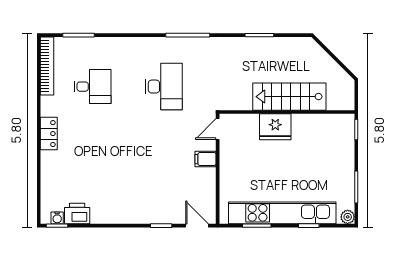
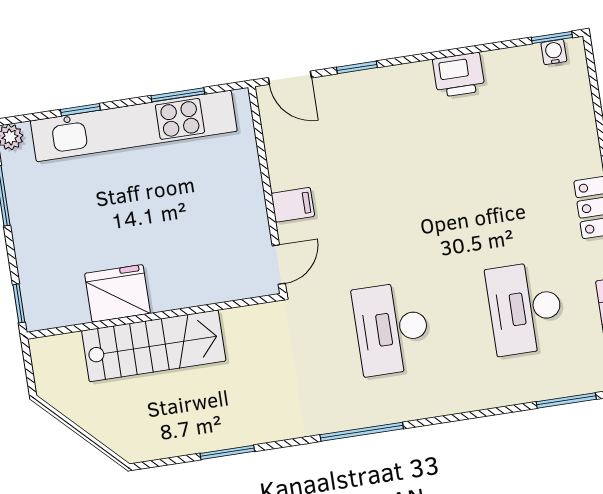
desk: (93, 87) -> (525, 308), width x1.37
fridge: (275, 127) -> (117, 293), moved
printer: (77, 214) -> (459, 75), moved

